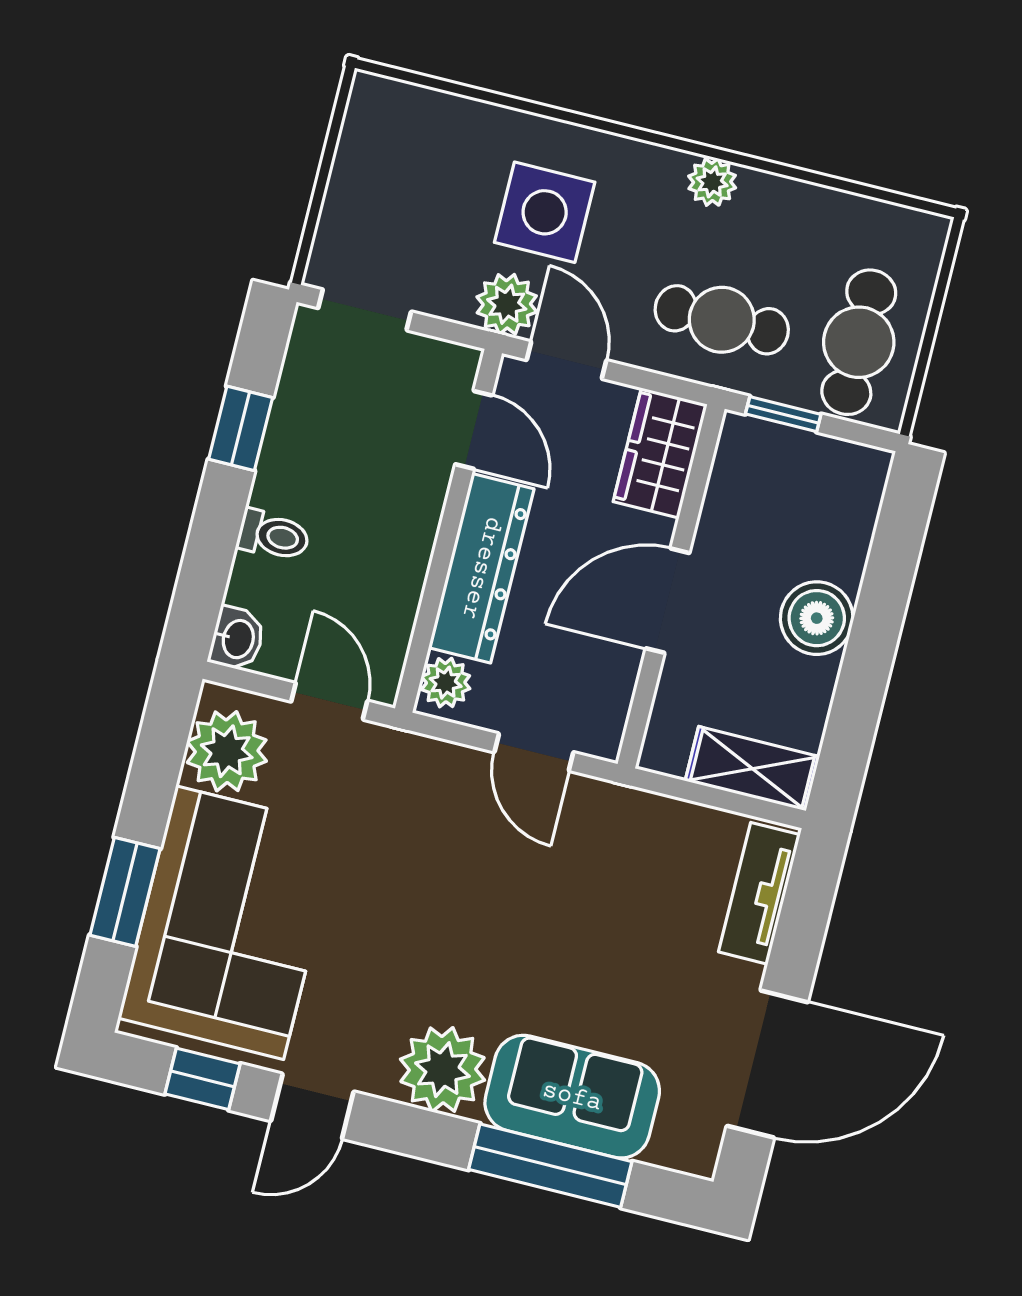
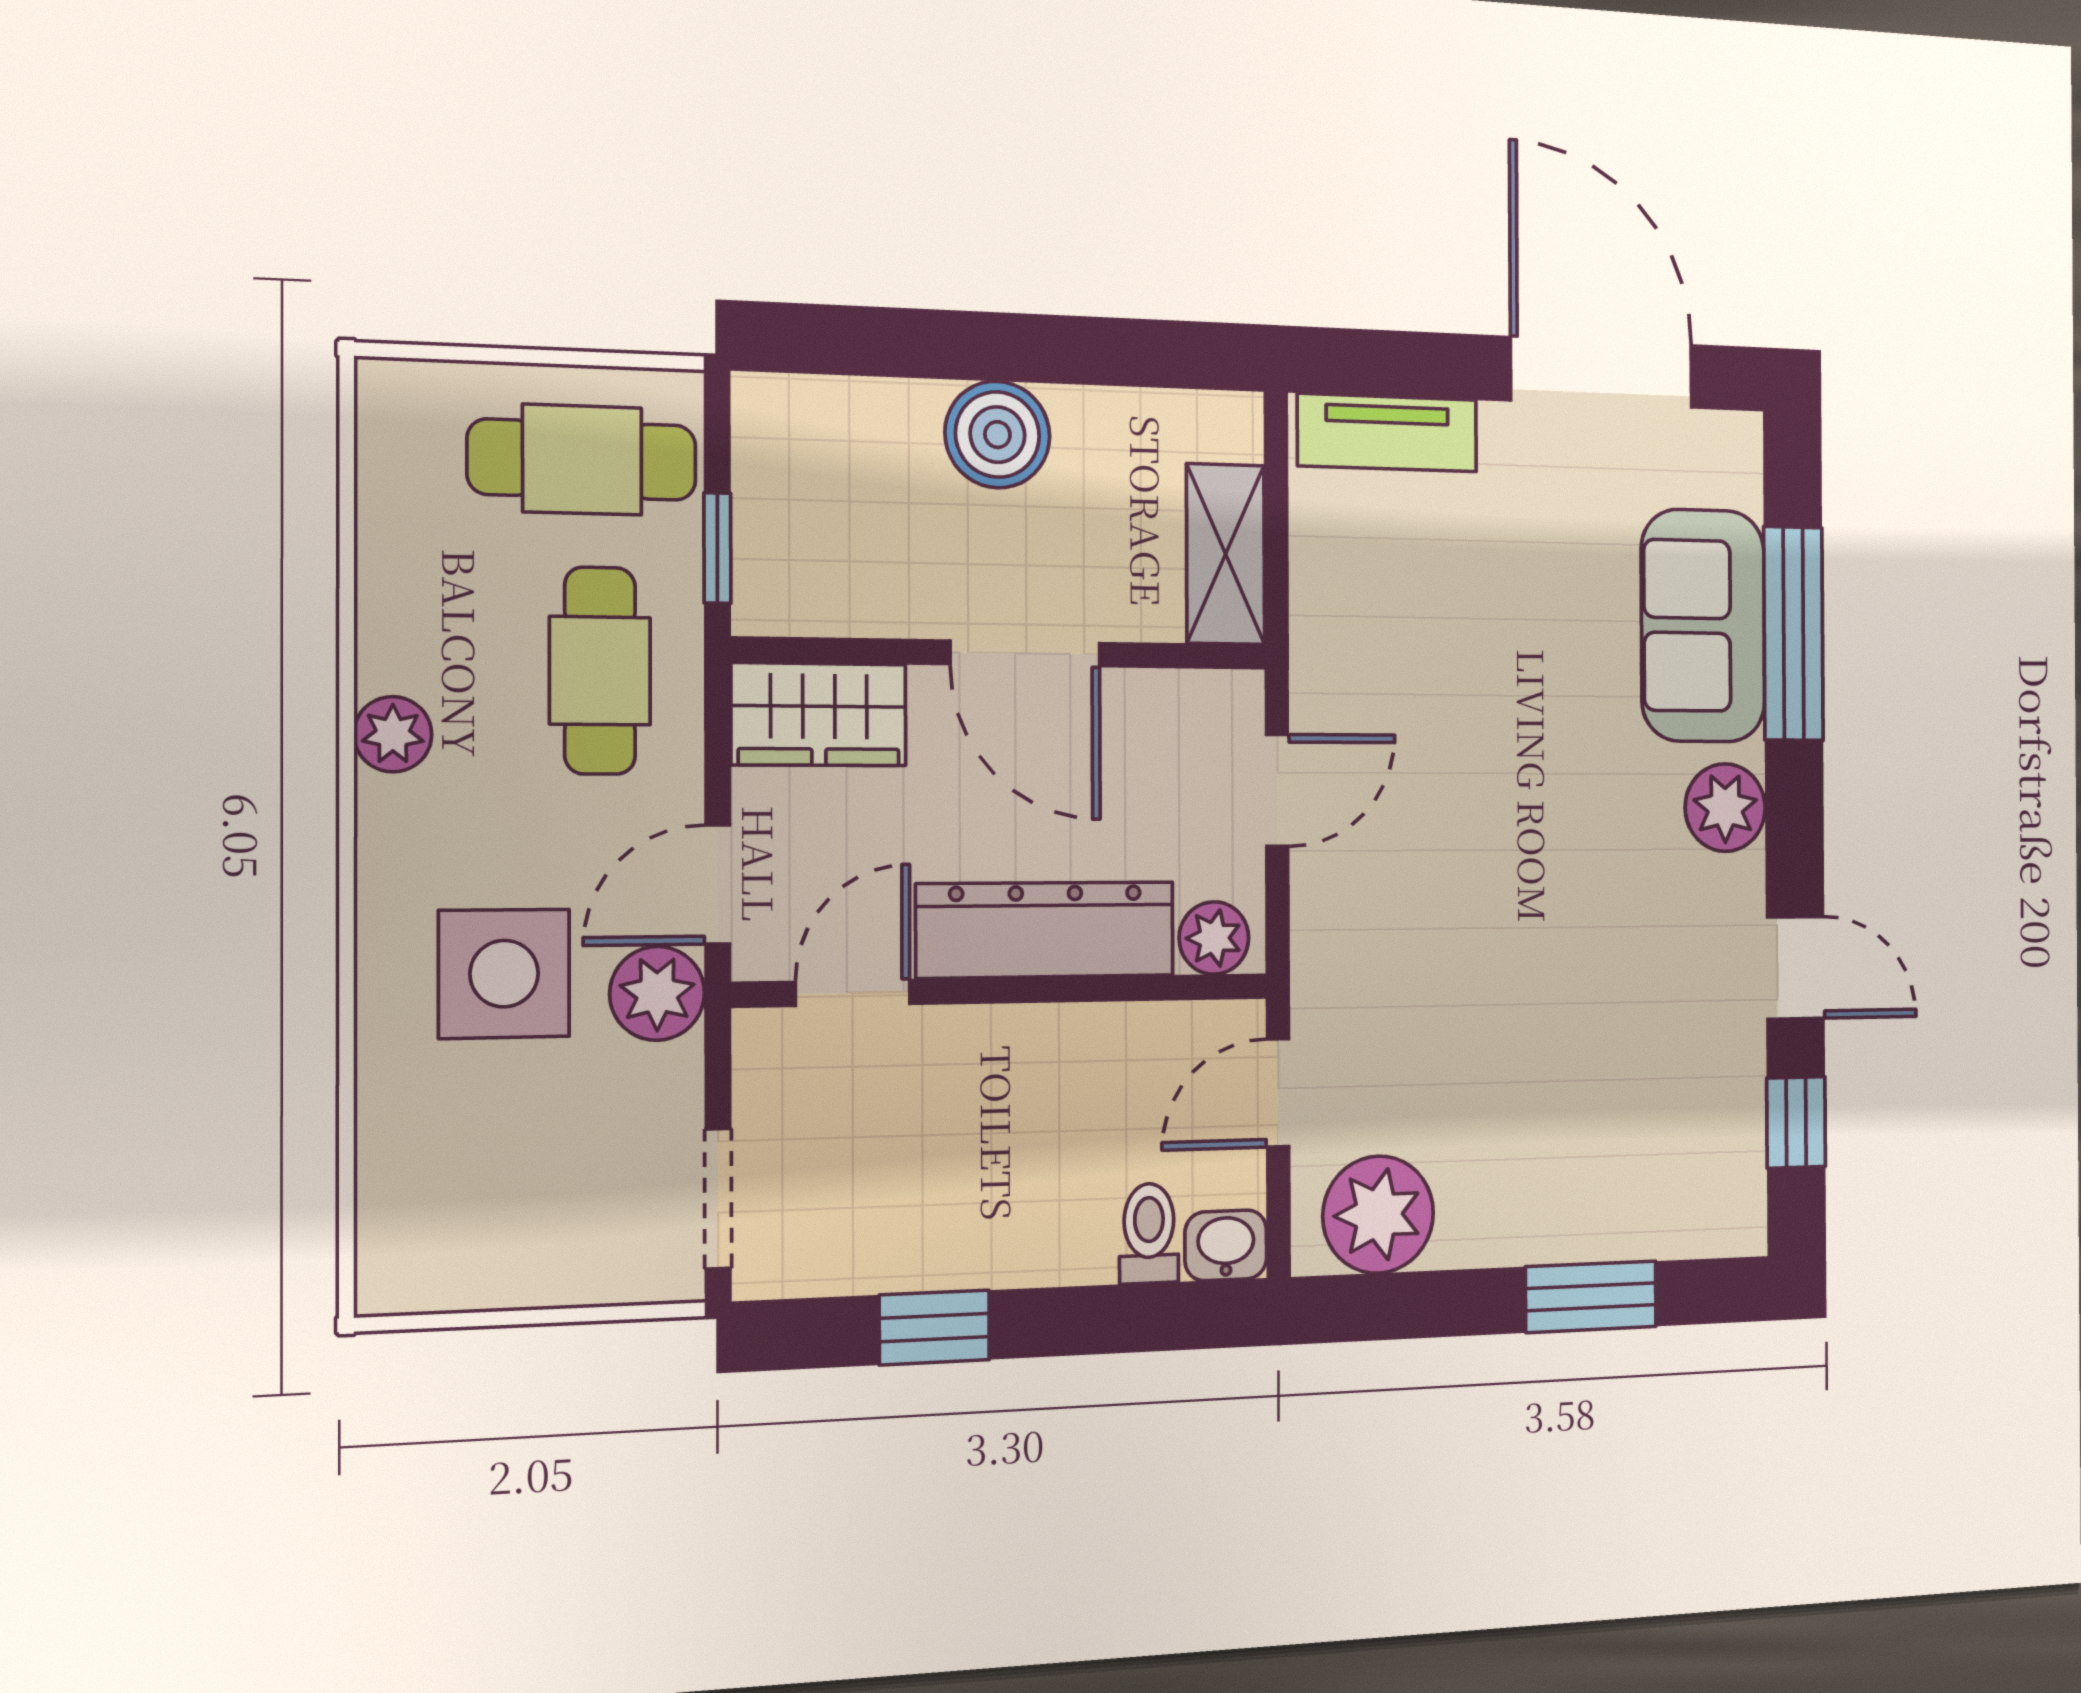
toilet: (273, 535) -> (1149, 1233), moved
shelving: (752, 769) -> (1226, 554), moved
corner sofa: (230, 923) -> (1596, 1144), removed
plant: (442, 1070) -> (1725, 808), width x0.73, depth x0.73

